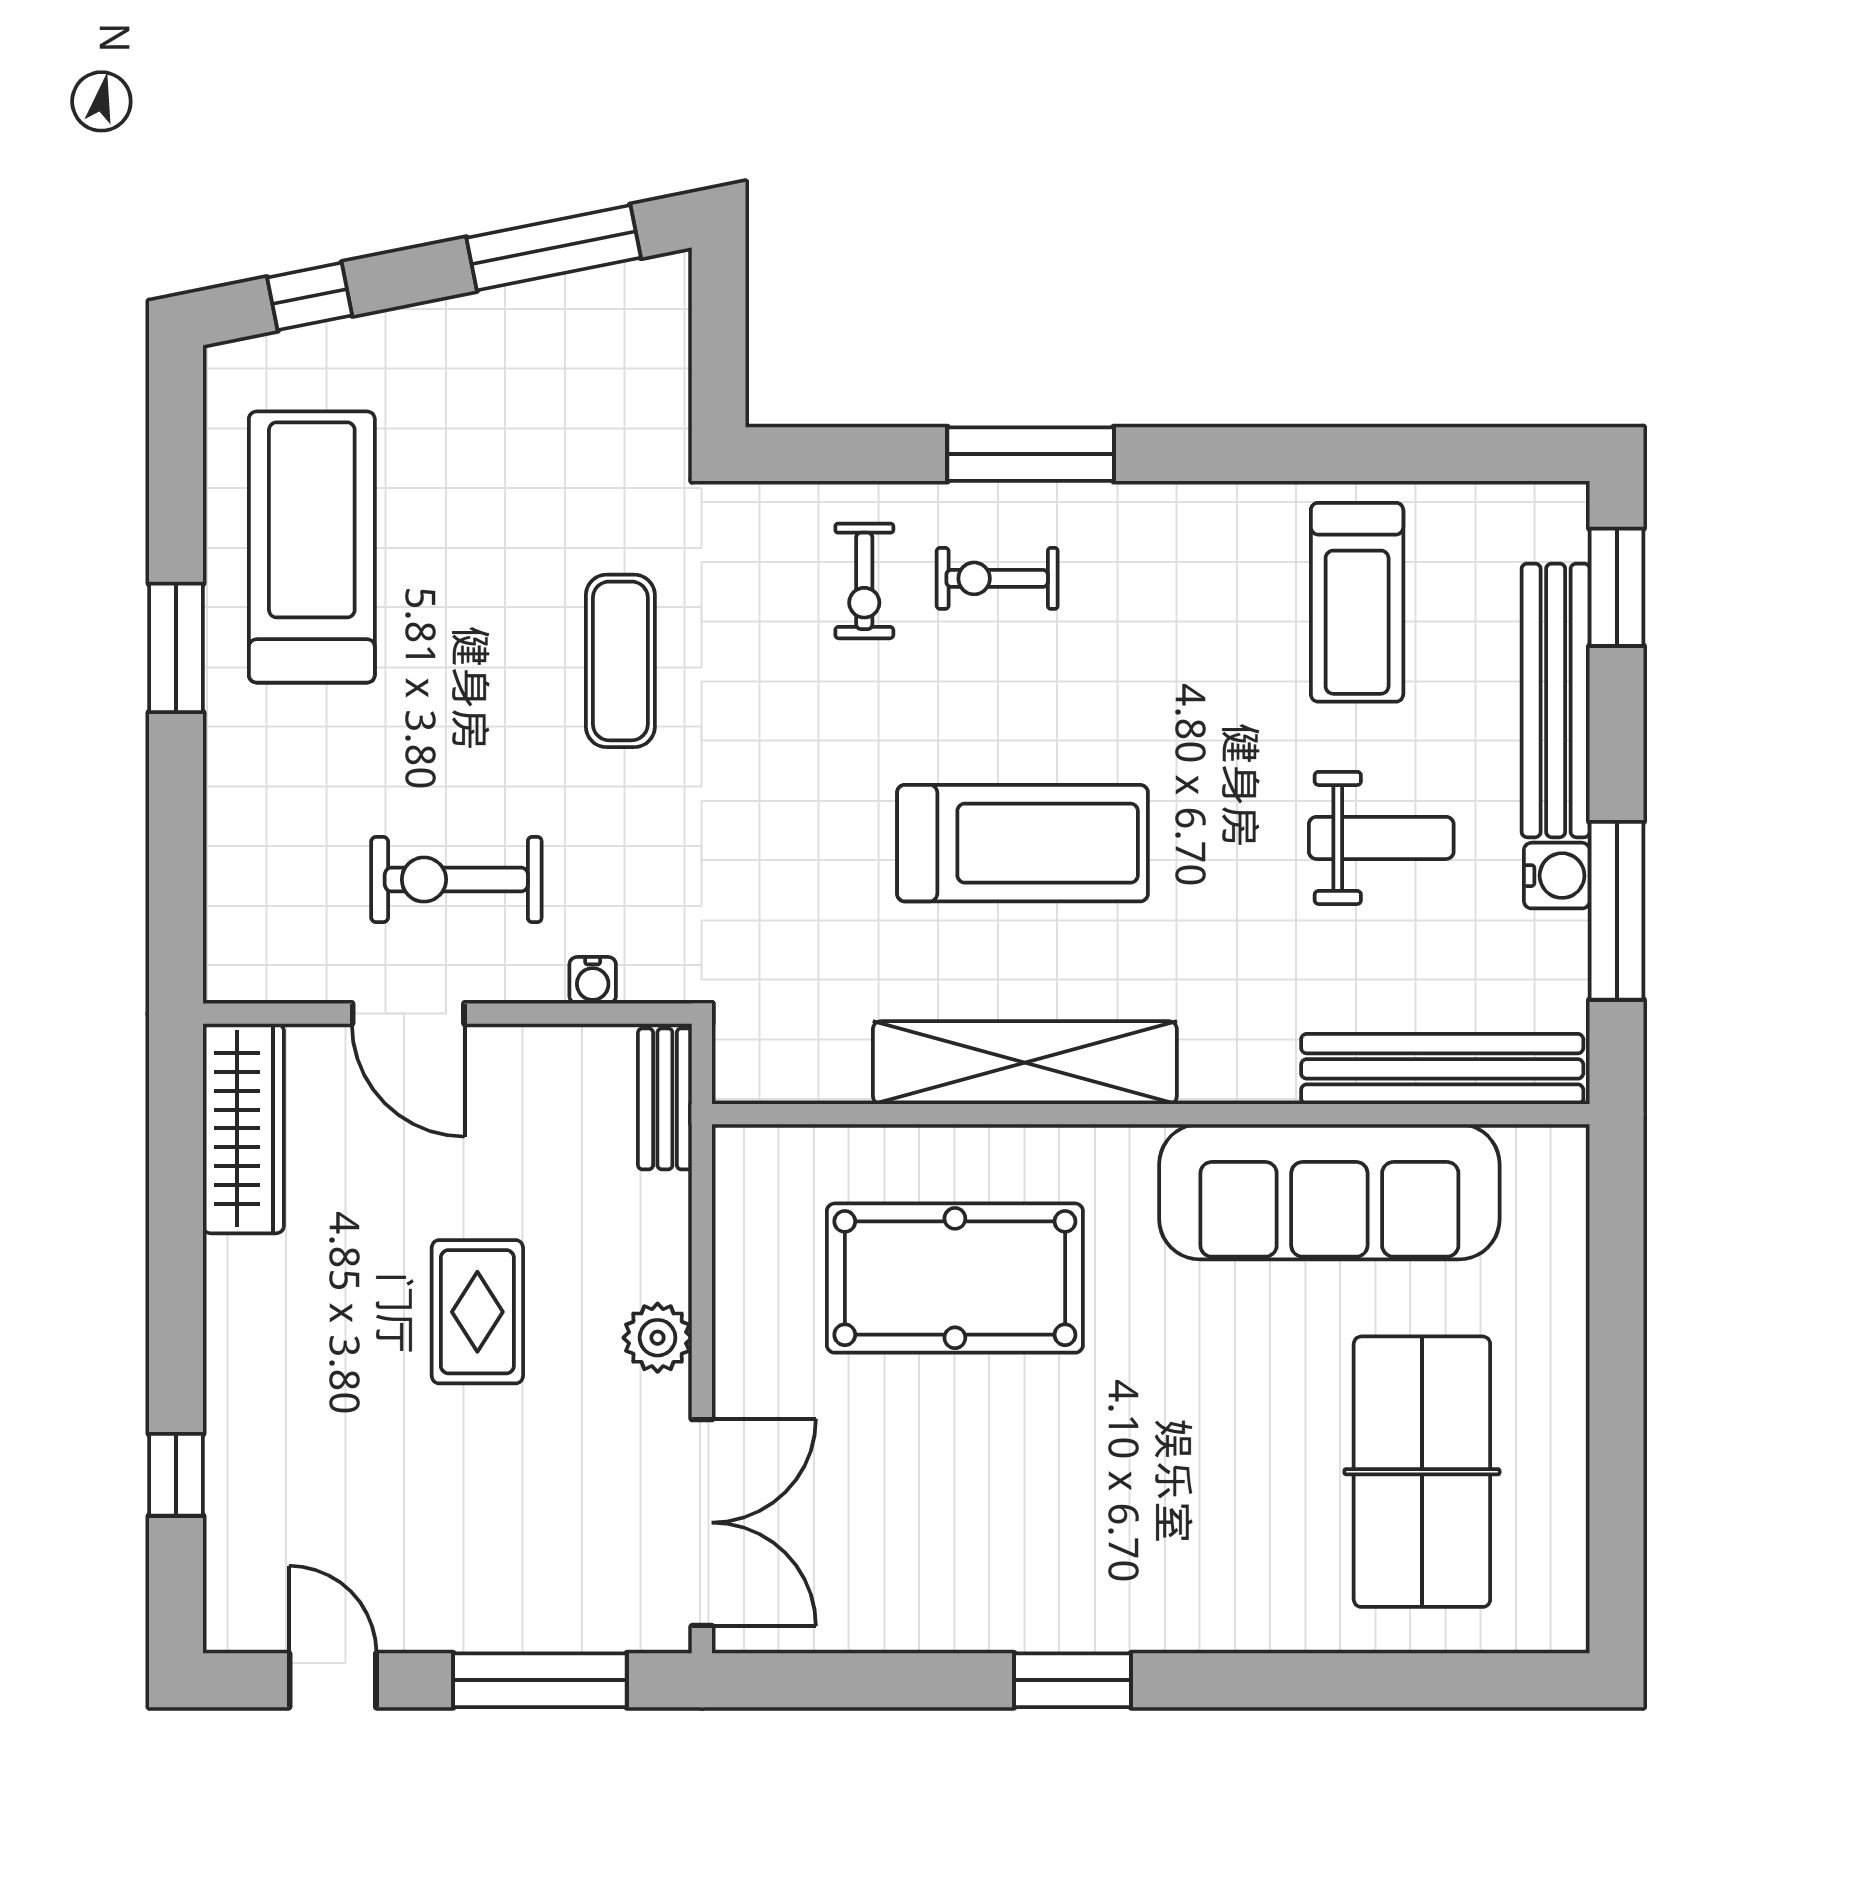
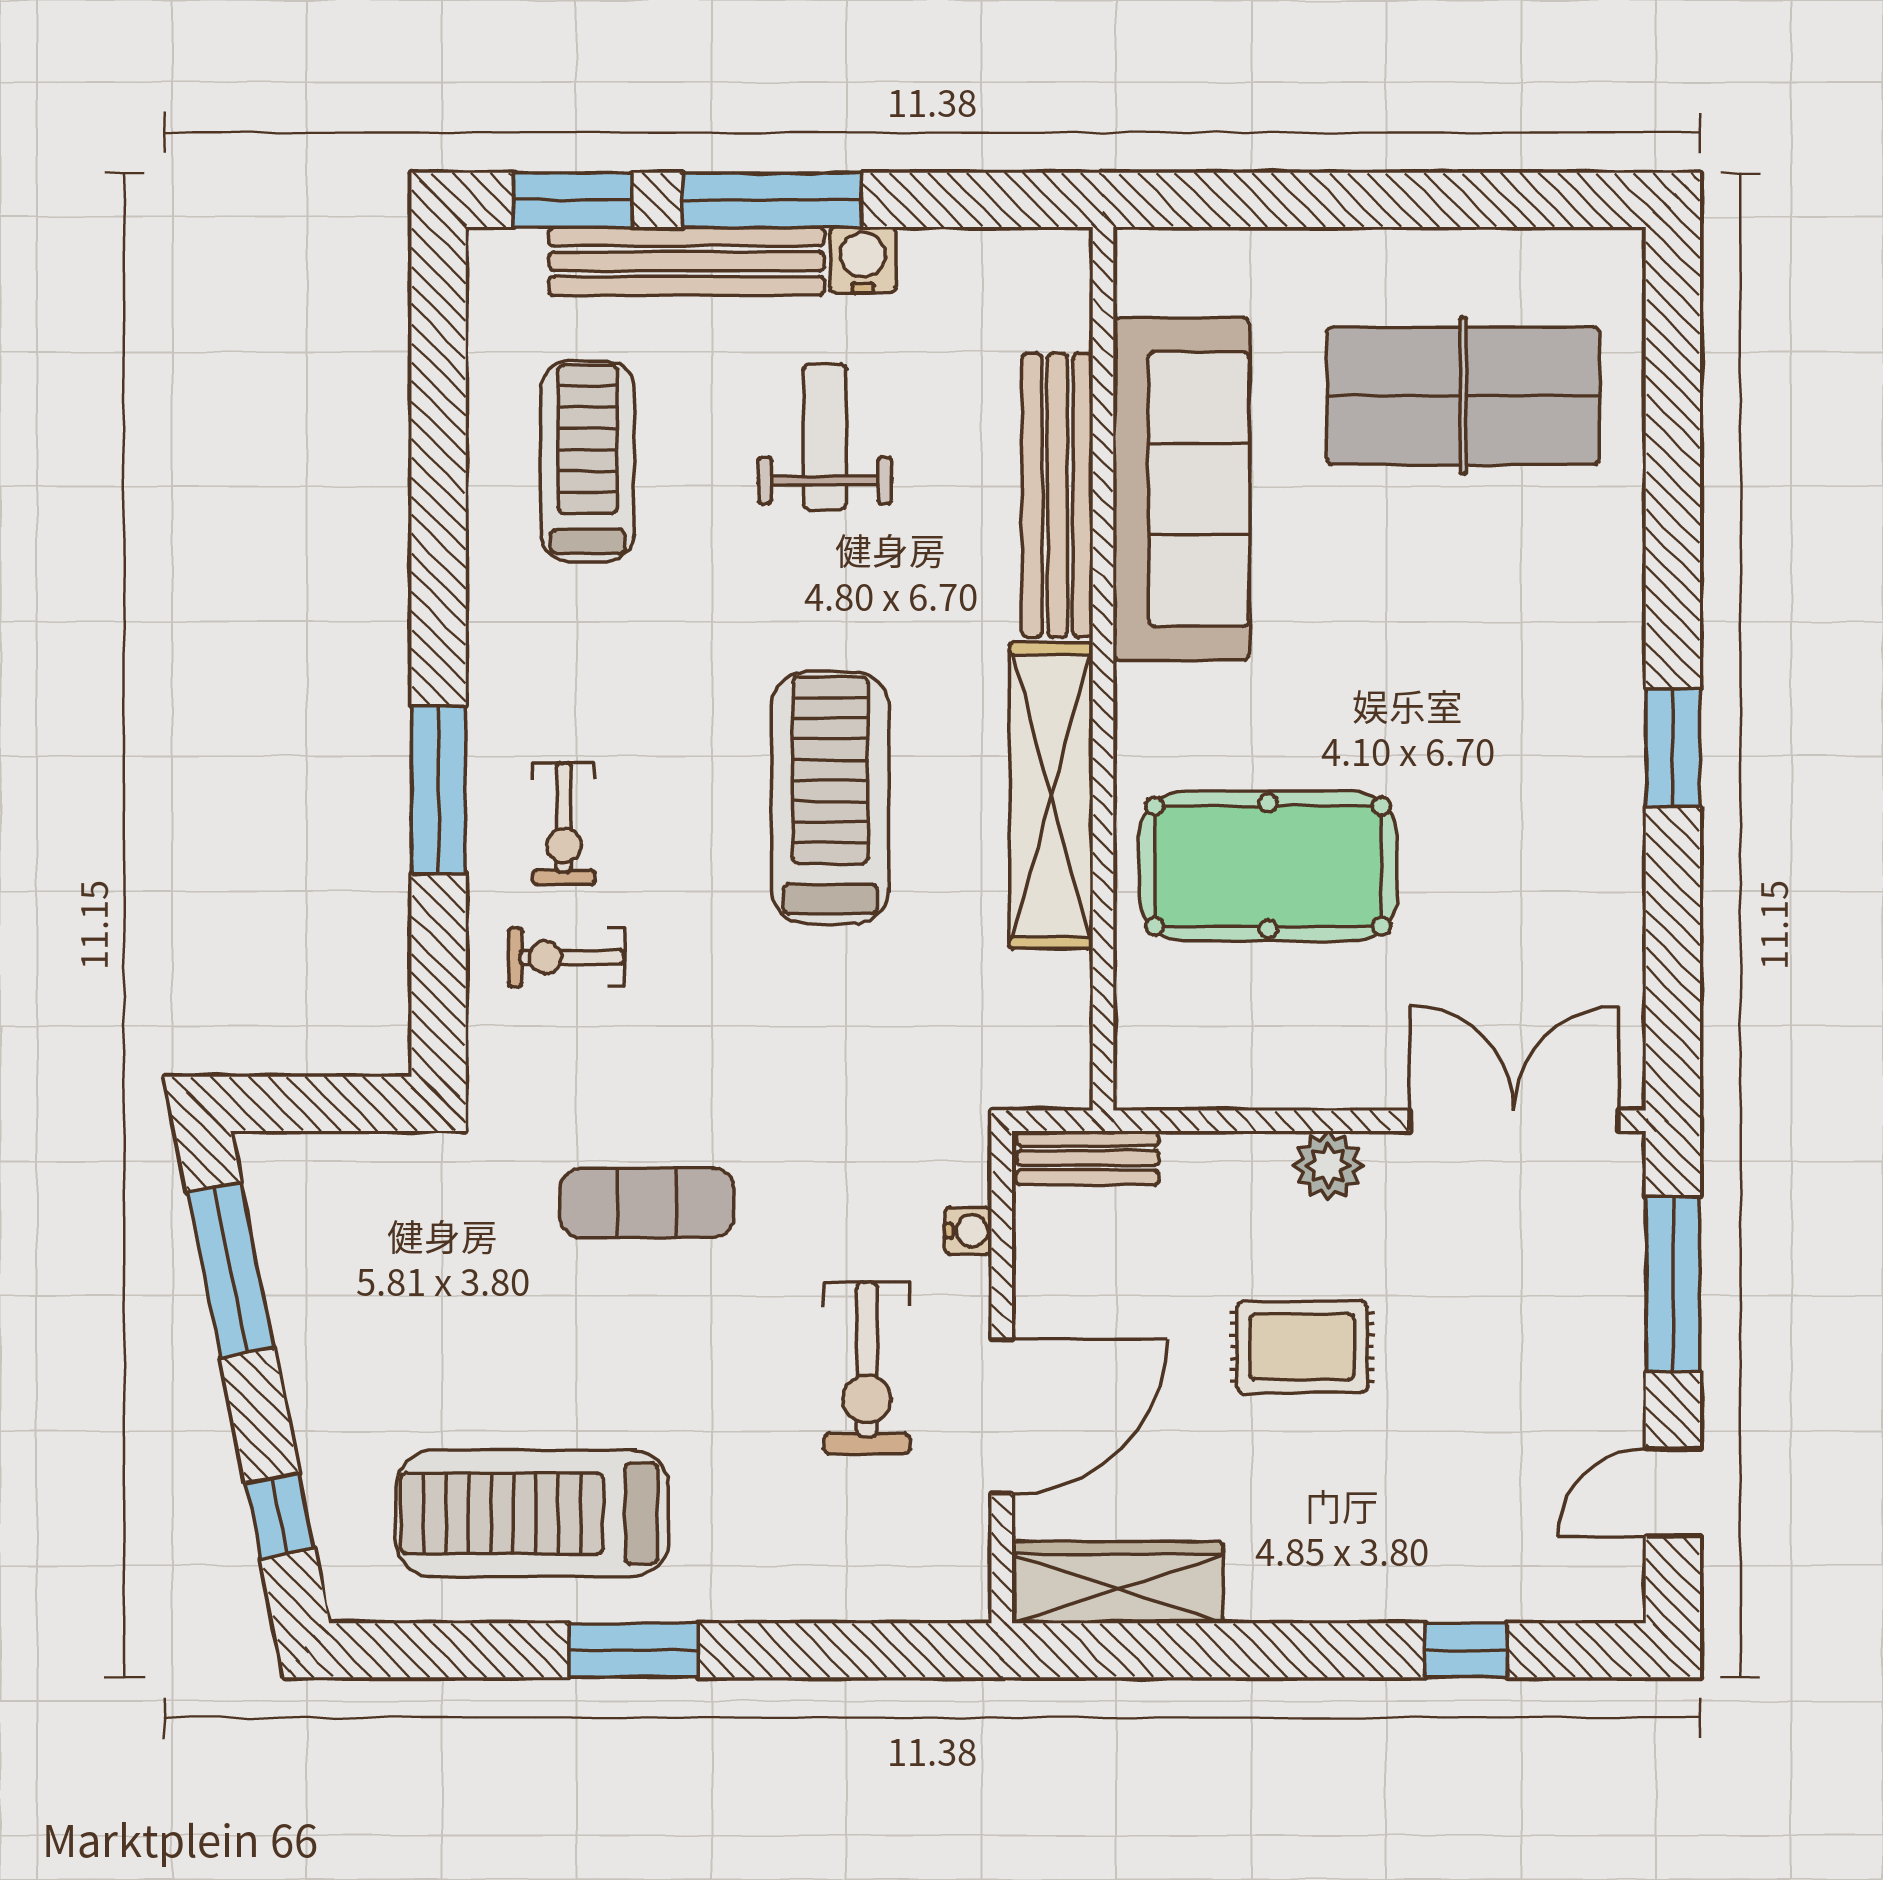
exercise bike: (864, 581) -> (566, 957), turned 180
treadmill: (1357, 602) -> (588, 461), turned -90
window: (1617, 911) -> (772, 200), moved
door: (408, 1014) -> (1002, 1416), width x1.36
bench: (1442, 1069) -> (1057, 495), moved
pool table: (955, 1278) -> (1268, 866), turned 90

